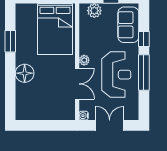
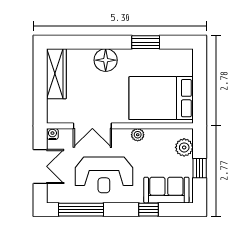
plant: (84, 60) -> (138, 135), moved
window: (144, 73) -> (81, 210), moved
wardrobe: (36, 112) -> (56, 74), added

